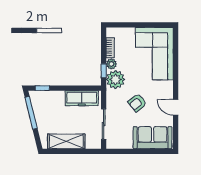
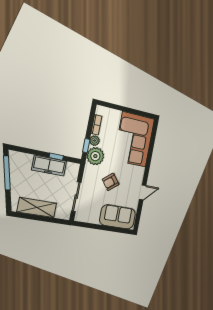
window: (42, 88) -> (56, 157), moved
freezer: (82, 98) -> (49, 166), moved
door: (176, 107) -> (143, 192), swing flipped

